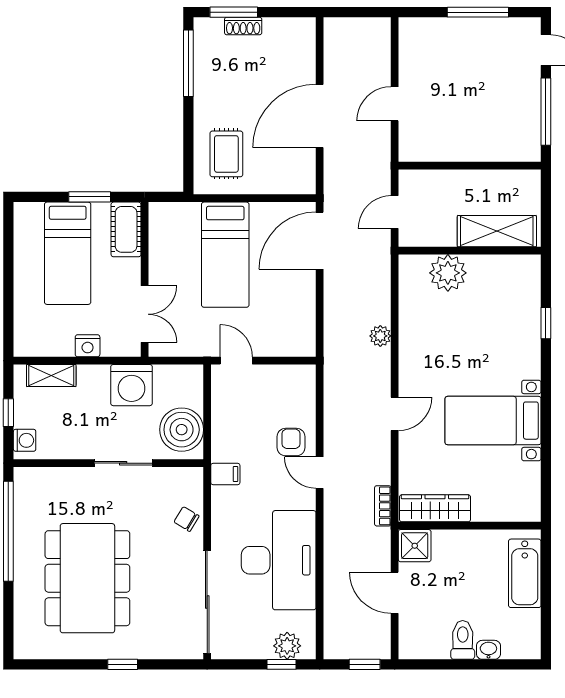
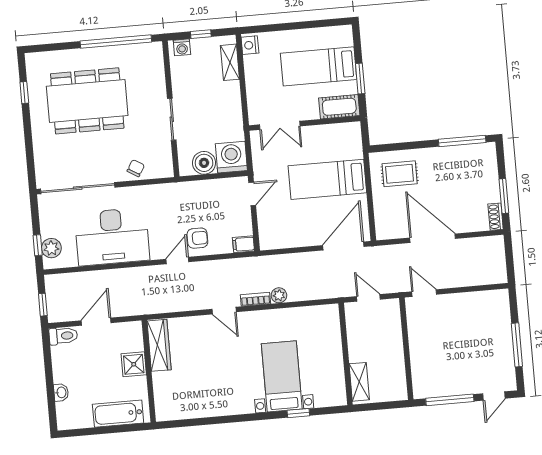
window: (234, 12) -> (504, 196), moved
shoe rack: (243, 26) -> (496, 217), moved
door: (395, 104) -> (424, 293), moved
shelving: (497, 231) -> (359, 382), width x0.67, depth x0.75
door: (320, 241) -> (343, 246), hinge flipped
plant: (448, 273) -> (328, 340), removed
nightstand: (88, 346) -> (250, 45), moved
washing machine: (132, 385) -> (231, 157), moved, turned 90
bed with nightstands: (493, 421) -> (282, 376), moved
boiler: (182, 430) -> (204, 163), width x0.73, depth x0.73
filing cabinet: (225, 474) -> (243, 244), moved, turned 90
bookcase: (383, 506) -> (255, 299), moved
shower: (415, 546) -> (134, 364), moved
toilet: (463, 640) -> (63, 336), moved
window: (123, 664) -> (24, 93), moved

